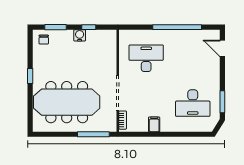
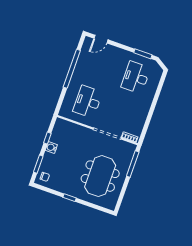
meeting table: (67, 102) -> (100, 176), width x0.73
desk: (193, 103) -> (136, 77), turned 180
filing cabinet: (154, 124) -> (142, 114), removed

